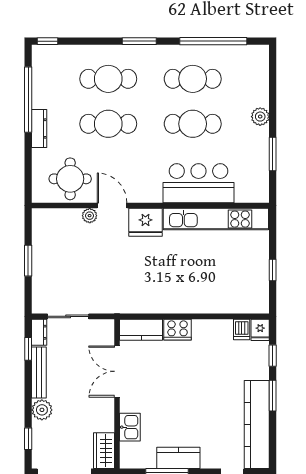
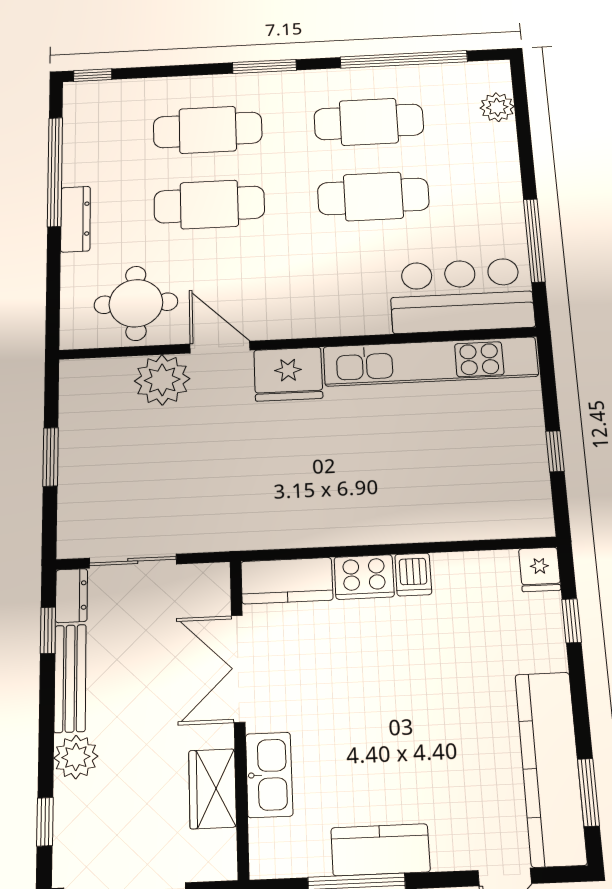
plant: (260, 117) -> (497, 107), moved
window: (273, 154) -> (534, 240), width x1.44
bar counter: (198, 183) -> (462, 295), moved
plant: (90, 216) -> (162, 380), width x1.87, depth x1.87
dishwasher: (242, 329) -> (413, 574), moved
window: (273, 396) -> (588, 792), moved
kitchen sink: (130, 427) -> (269, 775), width x1.38
wardrobe: (104, 451) -> (212, 789), moved

